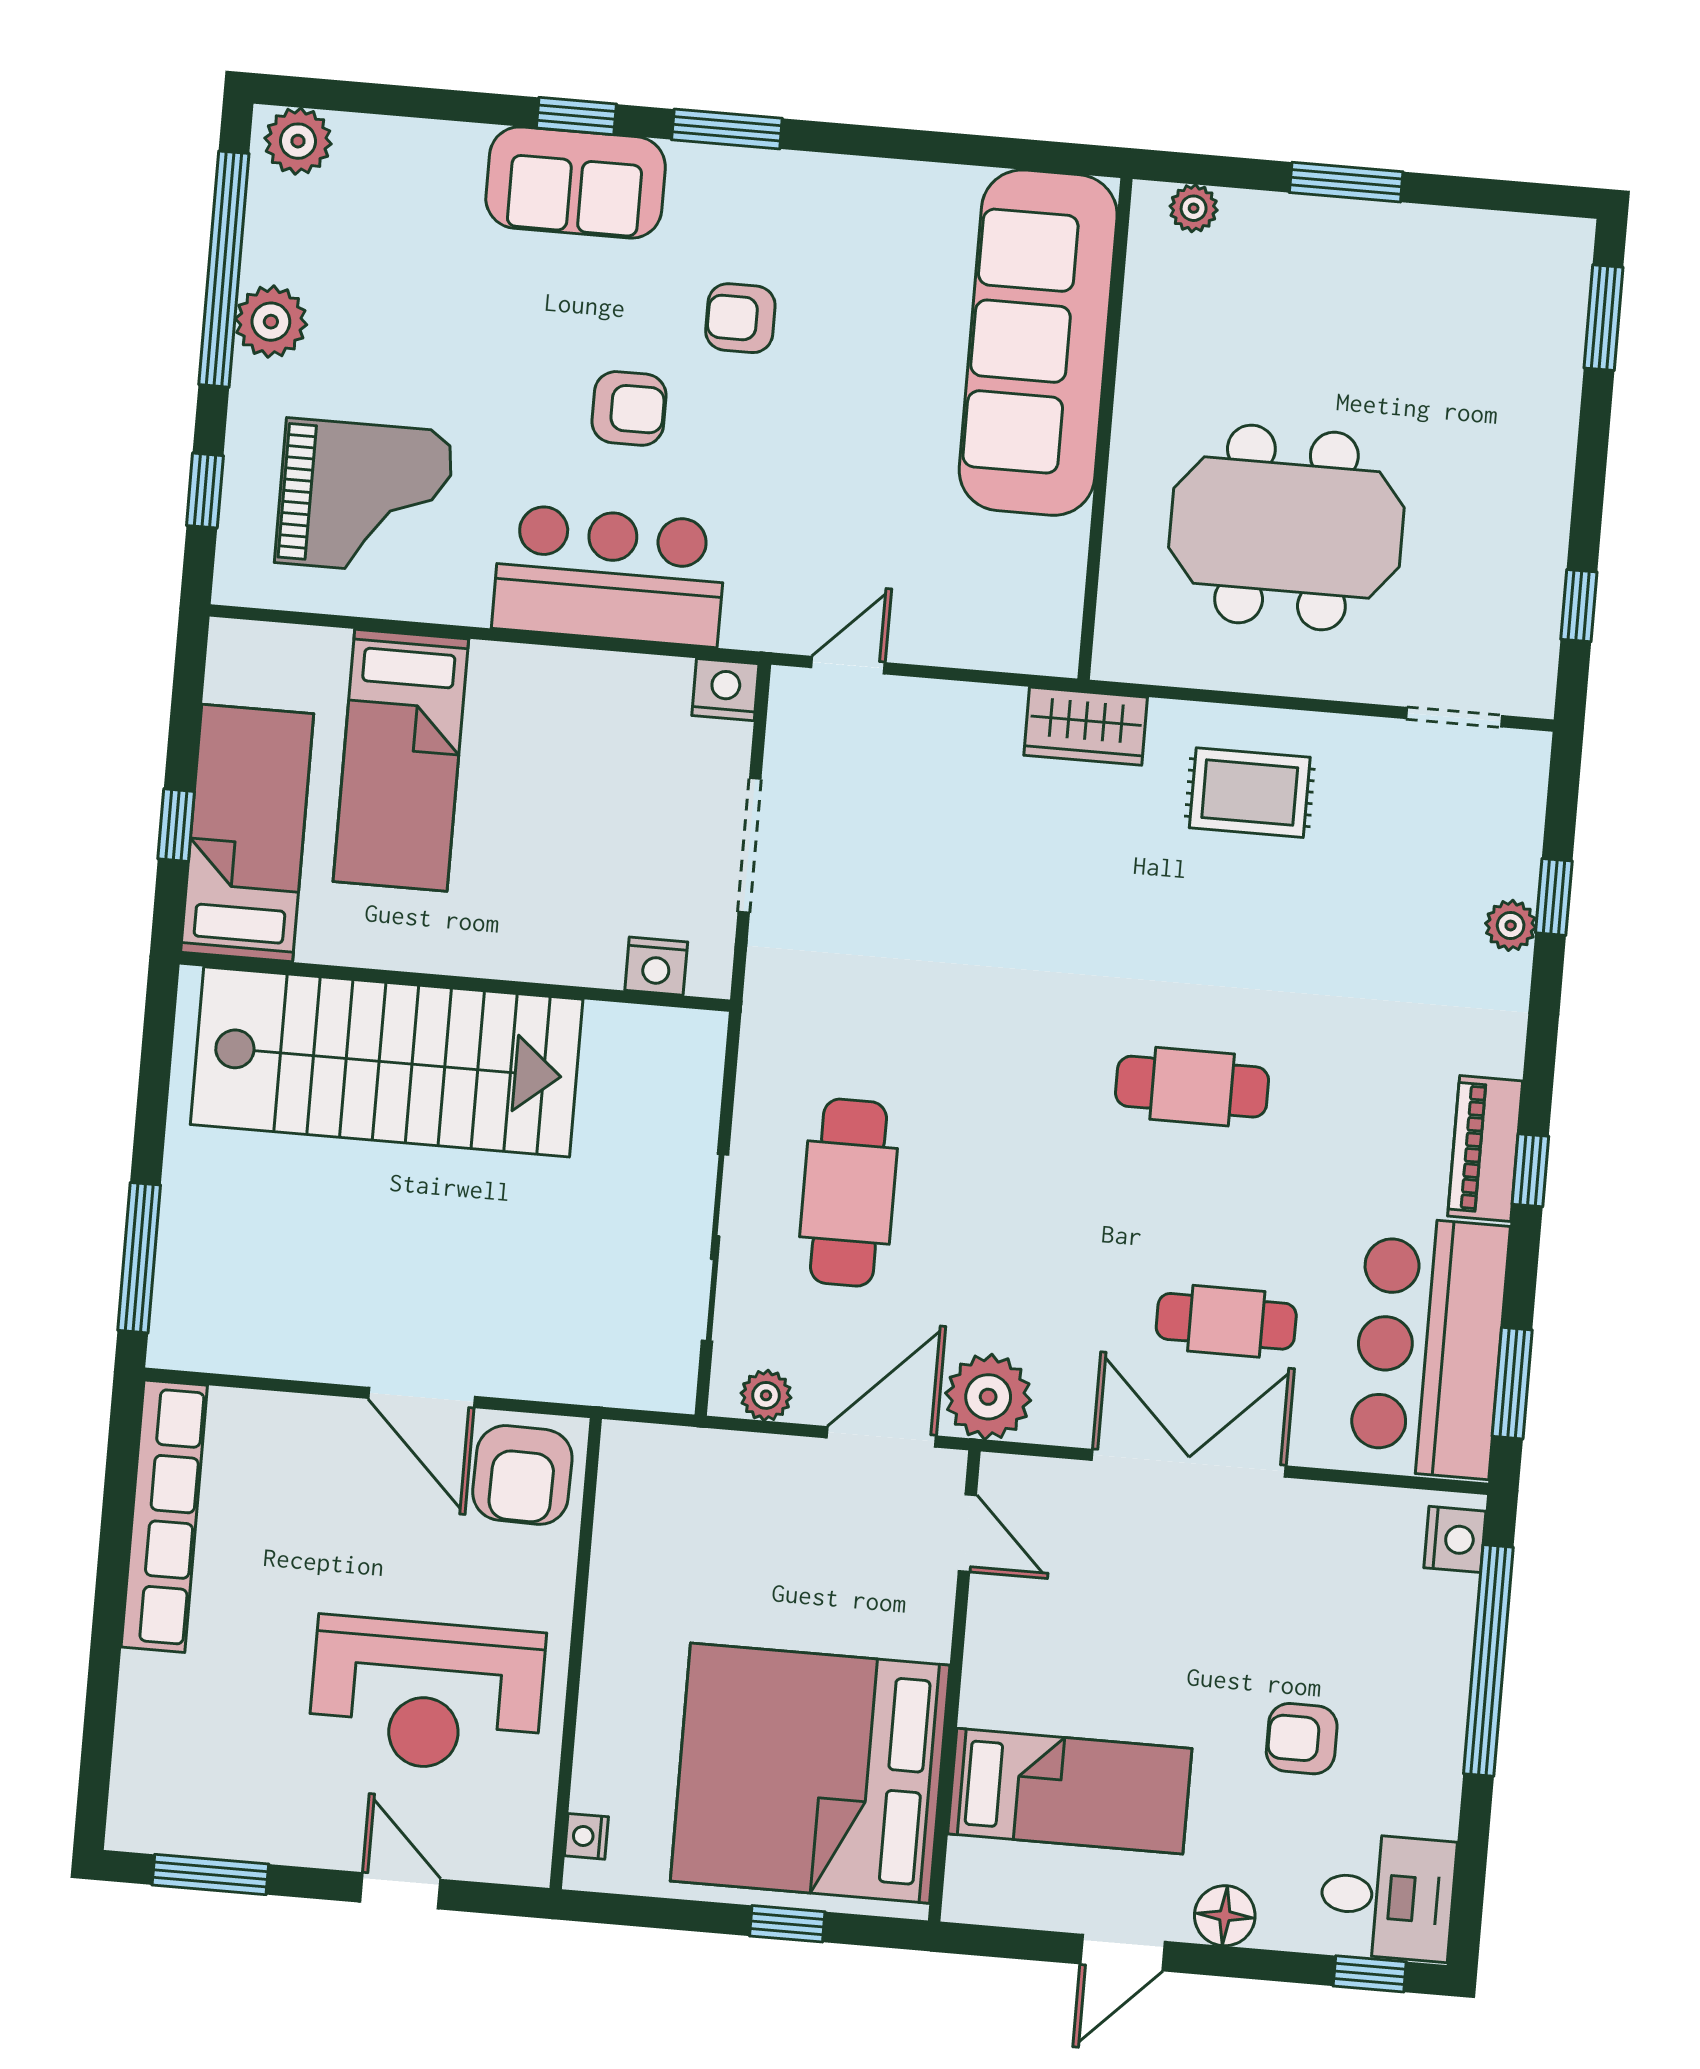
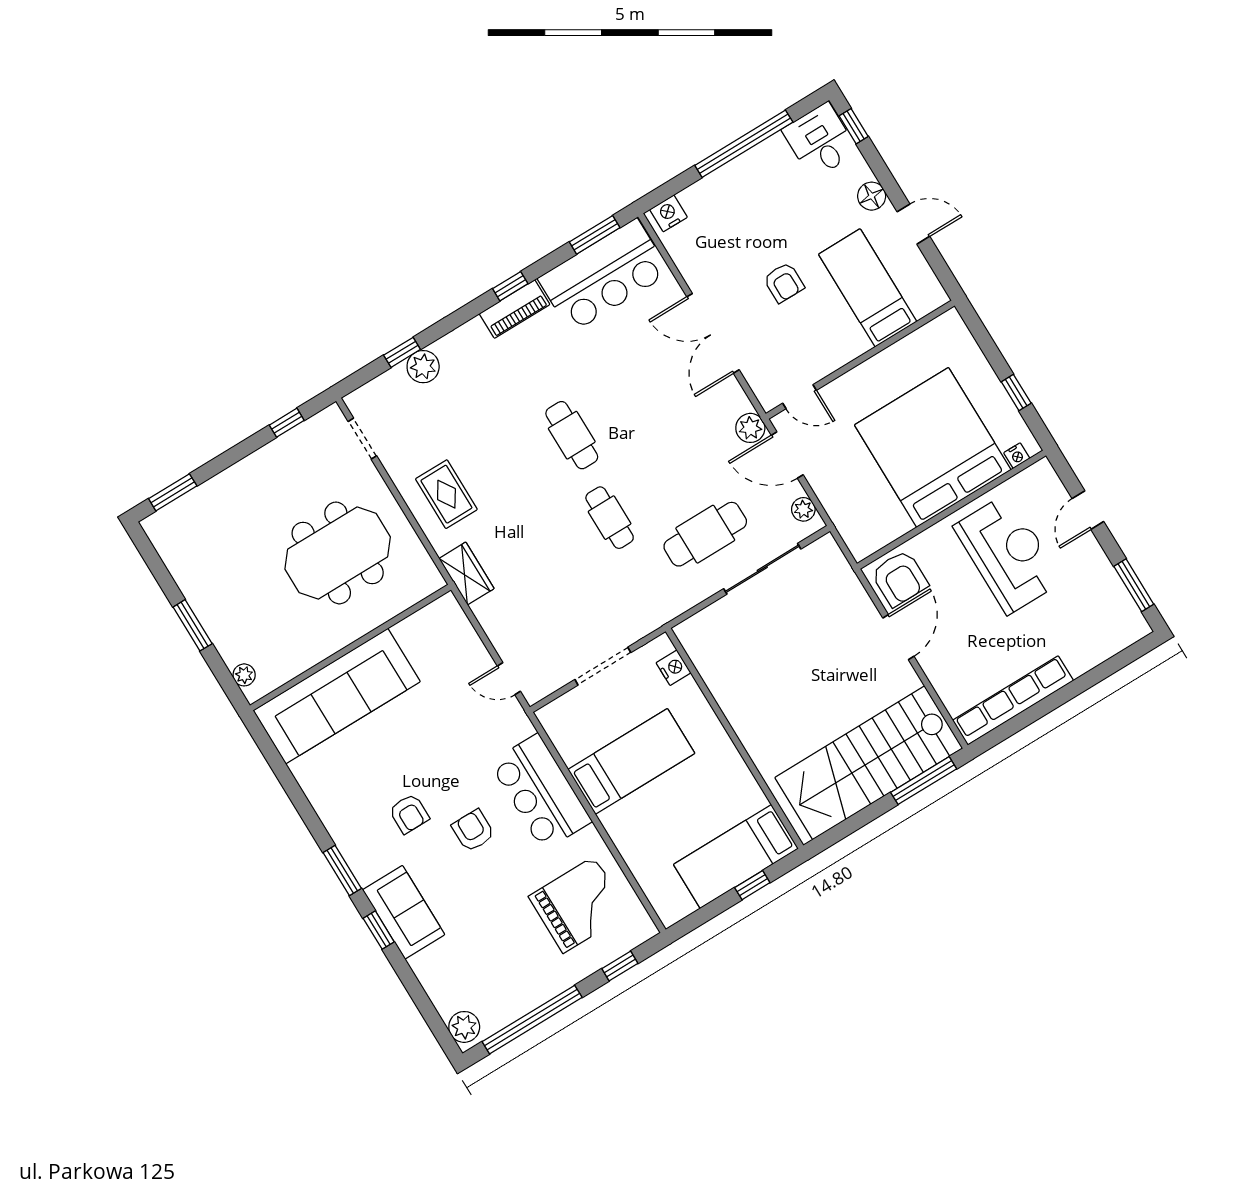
plant: (271, 322) -> (539, 988), removed
grand piano: (364, 497) -> (579, 905), turned 90
meeting table: (1286, 528) -> (338, 553), turned 90
nightstand: (725, 690) -> (552, 718), removed
bed: (401, 760) -> (631, 761), moved
plant: (1511, 925) -> (423, 367), width x1.38, depth x1.38
stairs: (387, 1062) -> (869, 763), moved, turned -90
cafe table: (1226, 1321) -> (610, 518), moved
plant: (988, 1397) -> (750, 428), width x0.73, depth x0.73
armchair: (522, 1475) -> (900, 578), turned 89
door: (967, 1533) -> (799, 397), swing flipped
window: (1488, 1660) -> (744, 144), moved
armchair: (1302, 1739) -> (784, 283), moved
bed: (810, 1773) -> (933, 447), moved, turned 180
window: (787, 1924) -> (1016, 393), moved

